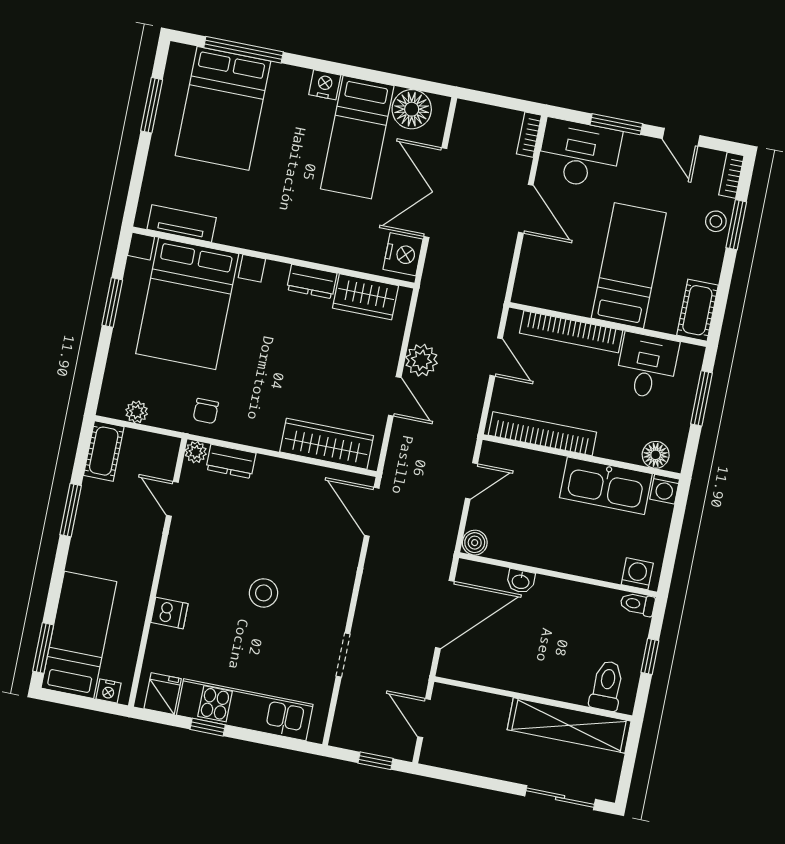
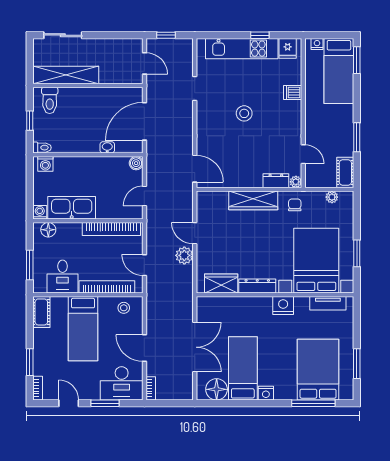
stool: (716, 221) -> (124, 308), moved
nightstand: (403, 254) -> (283, 306), moved, turned 90
dresser: (312, 281) -> (257, 286), width x1.44
wardrobe: (327, 444) -> (253, 200), moved

